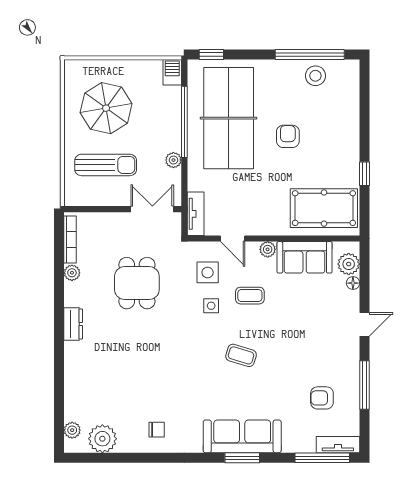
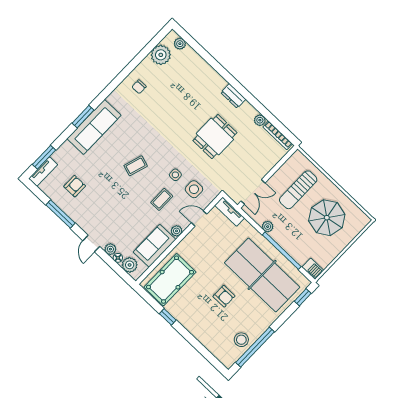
dining table: (137, 283) -> (215, 137), moved, turned 90
plant: (351, 299) -> (110, 249), added
window: (322, 458) -> (44, 157), width x0.69

